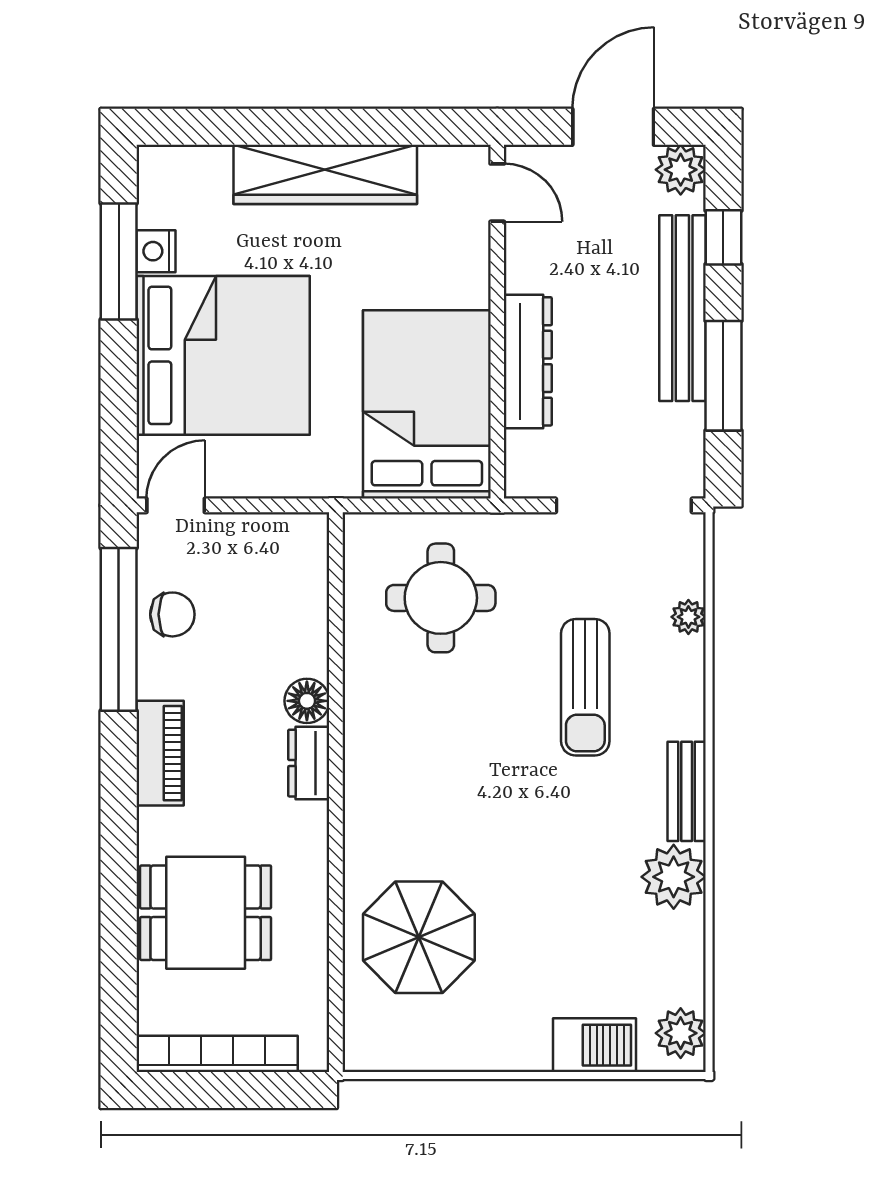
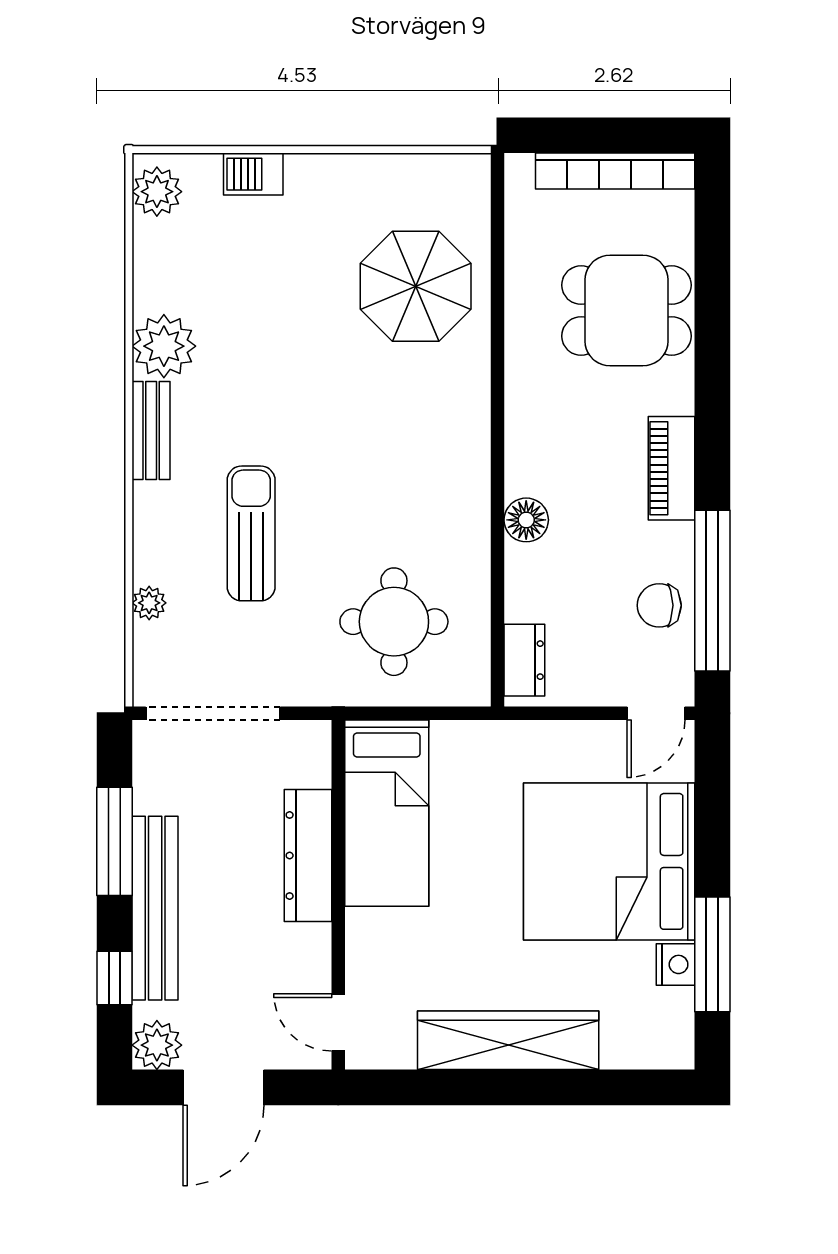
bed: (427, 404) -> (387, 813), width x0.67
dresser: (309, 763) -> (524, 660), moved
barbecue: (594, 1045) -> (253, 174), width x0.73, depth x0.79

